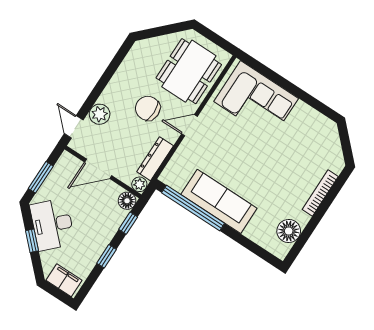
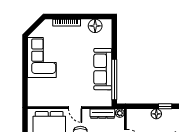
corner sofa: (256, 100) -> (42, 58), moved
floor lamp: (127, 201) -> (156, 114), moved
window: (128, 223) -> (142, 106), removed

